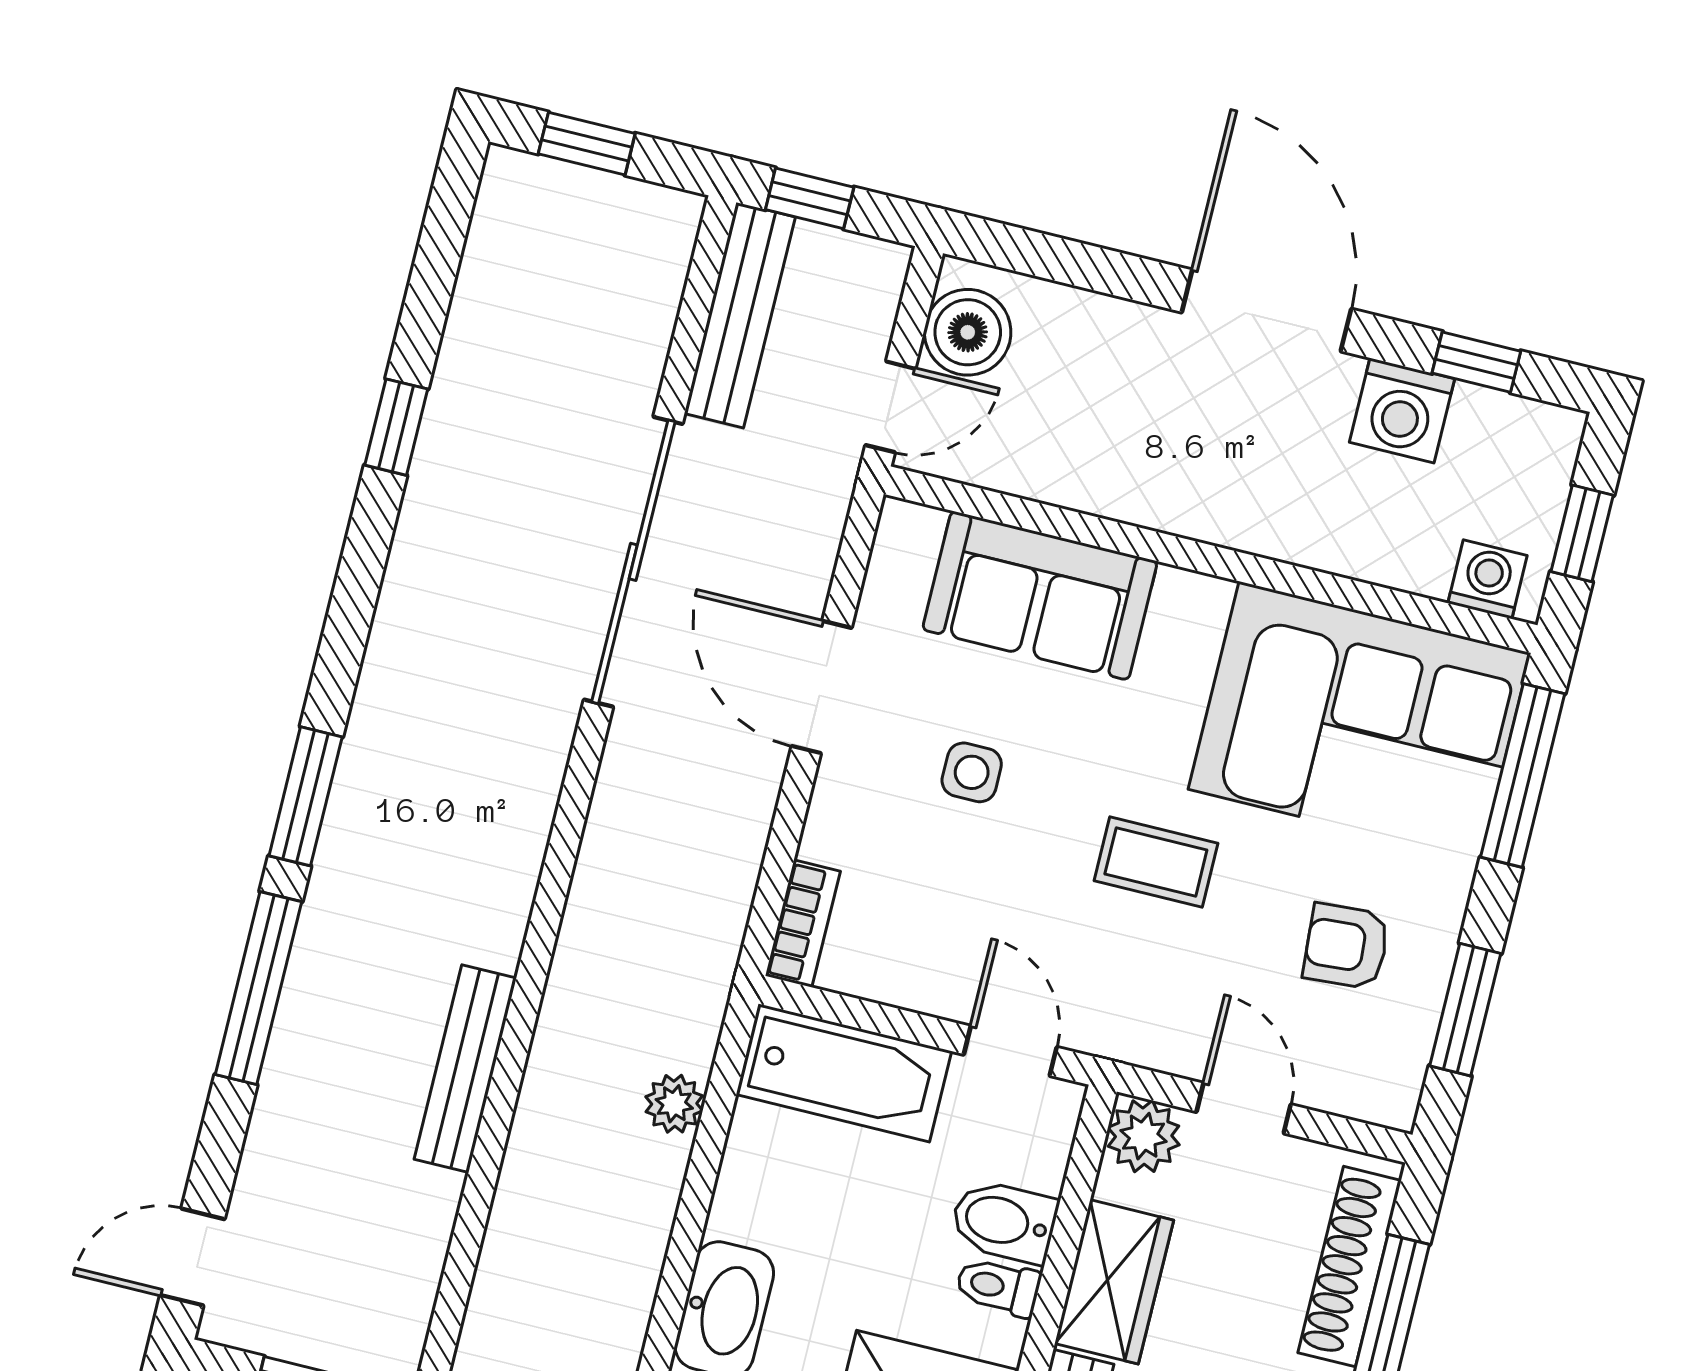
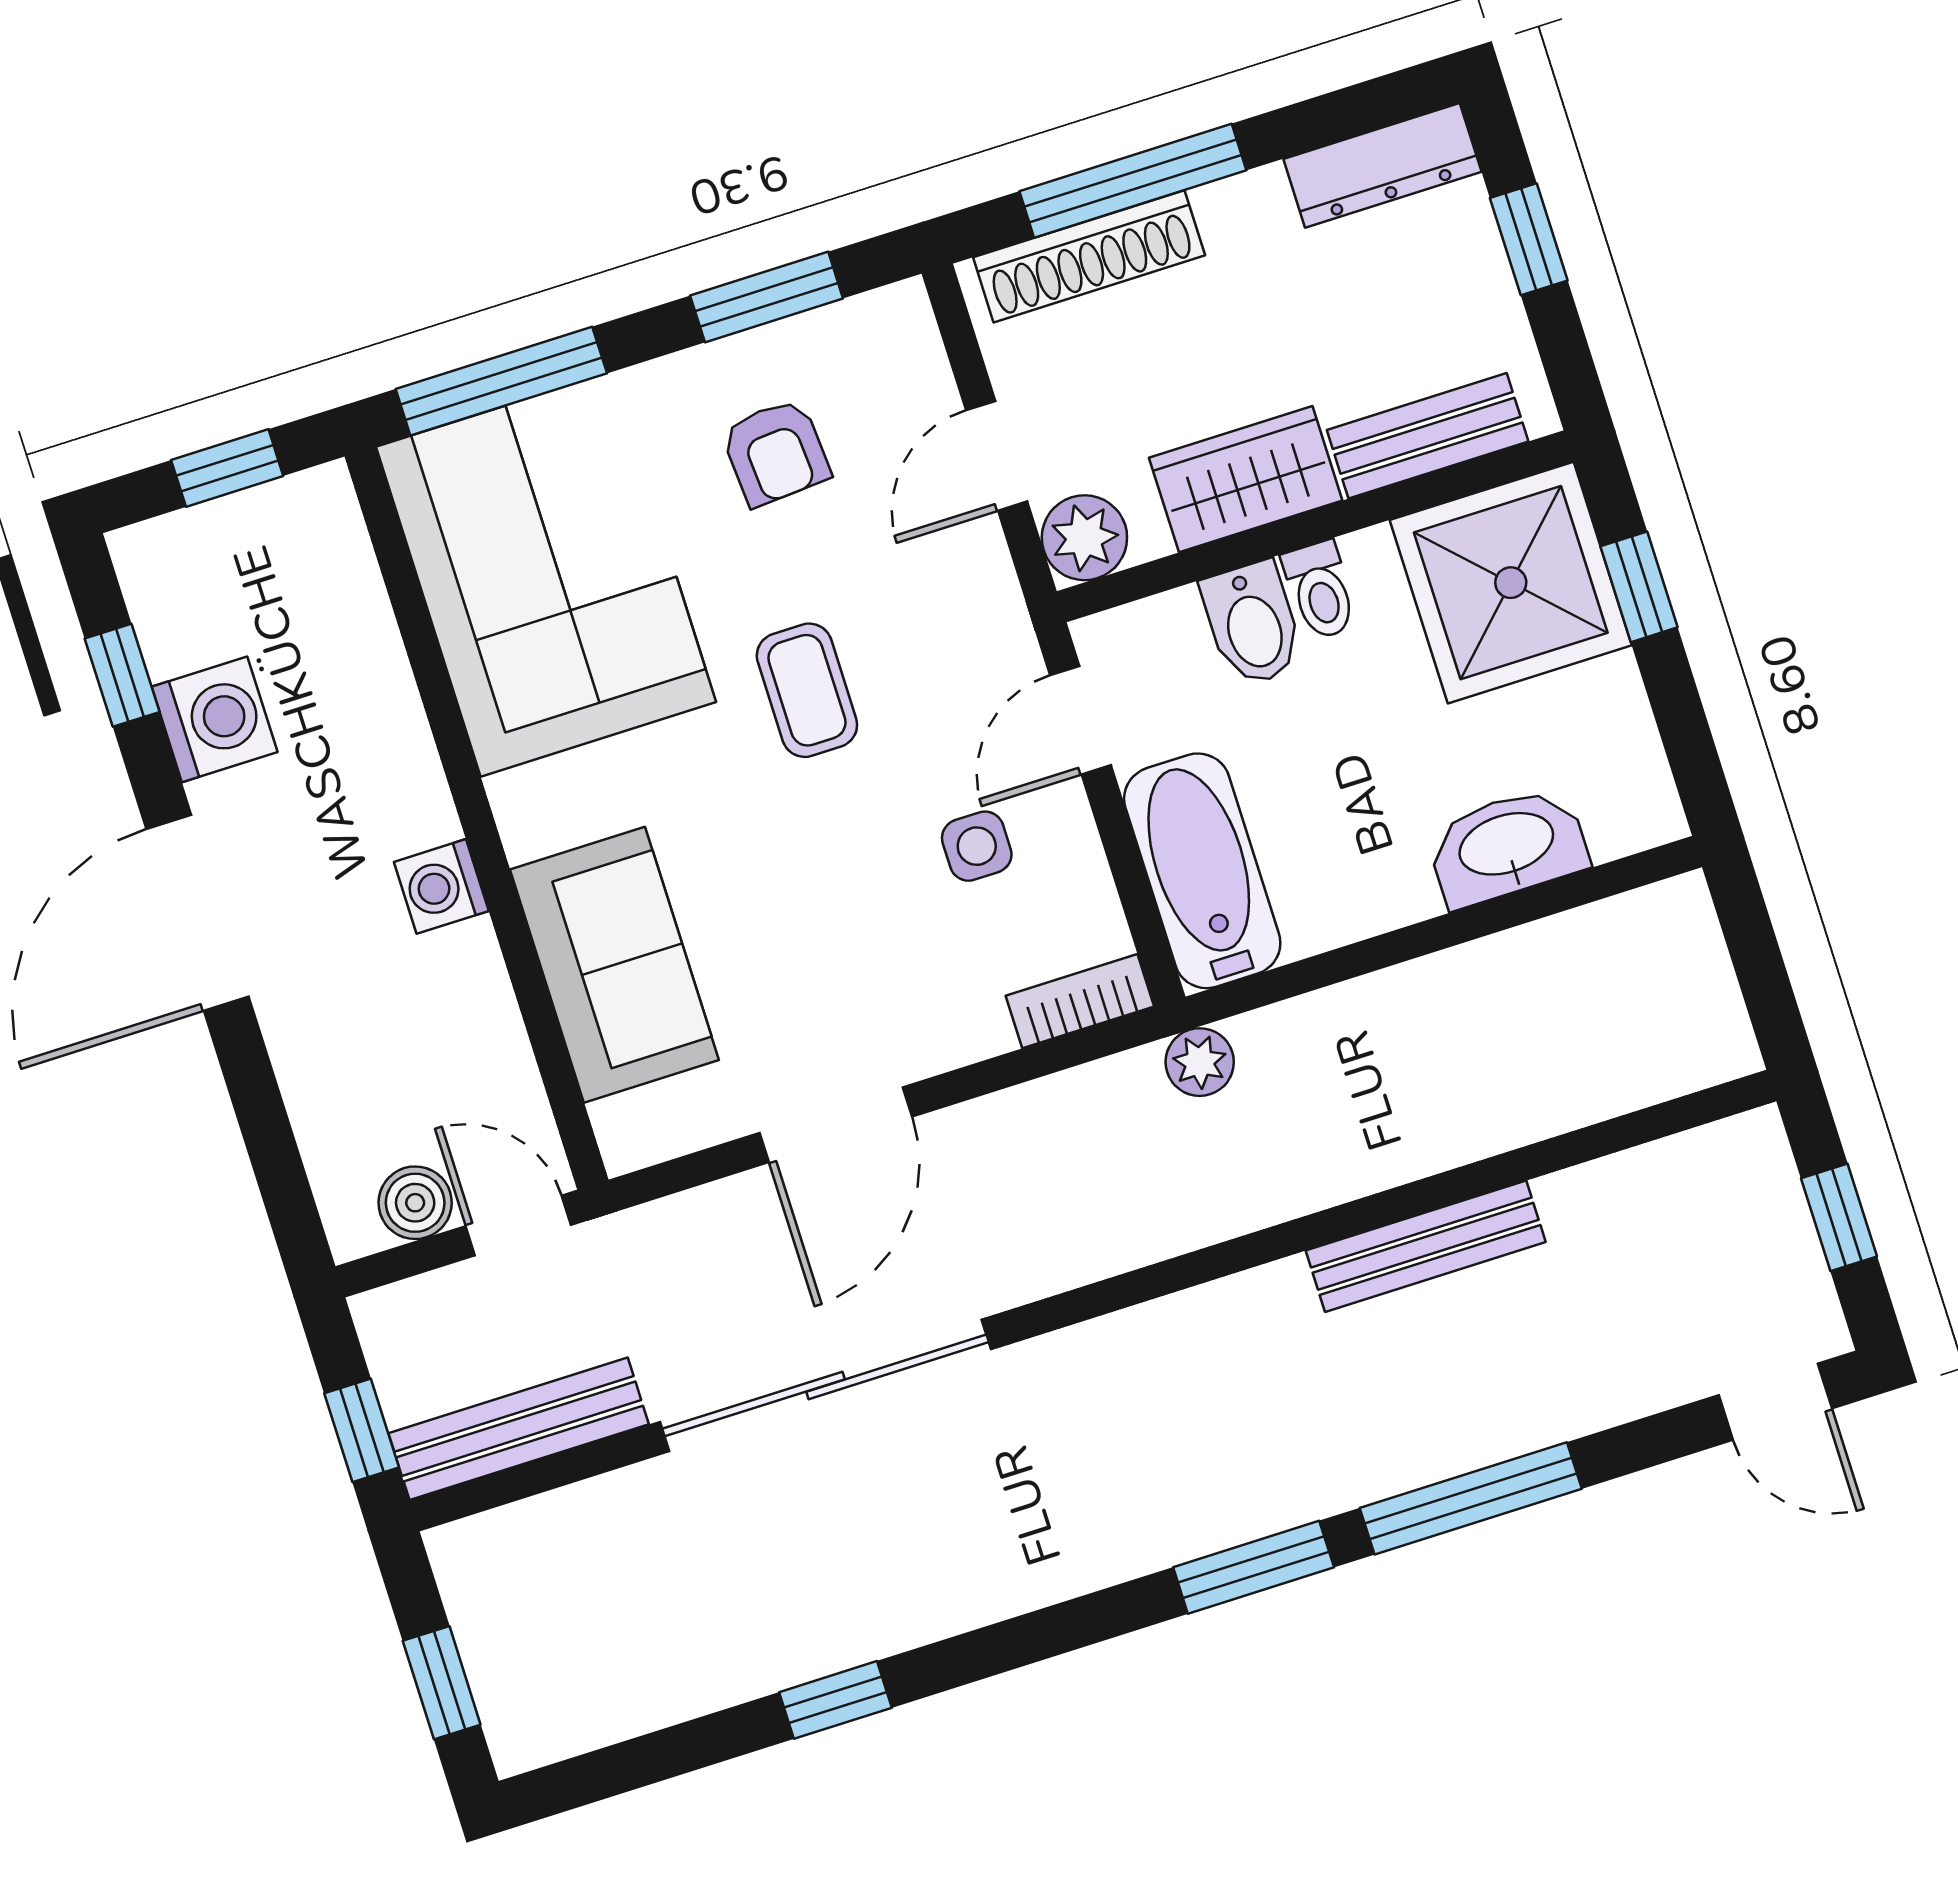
boiler: (968, 332) -> (415, 1203), width x0.73, depth x0.73
washing machine: (1488, 579) -> (441, 886), moved
side table: (972, 772) -> (977, 846), moved
plant: (674, 1104) -> (1200, 1062), moved

